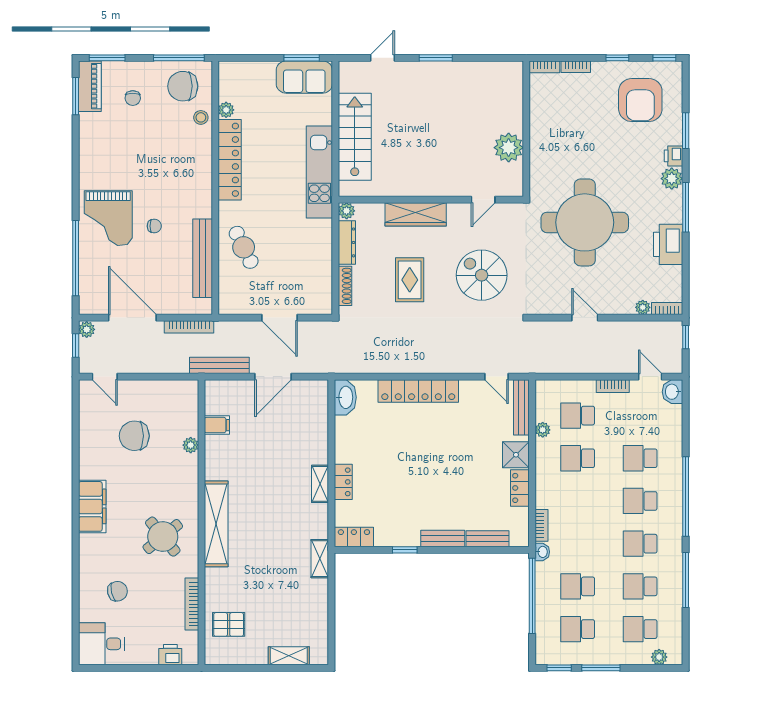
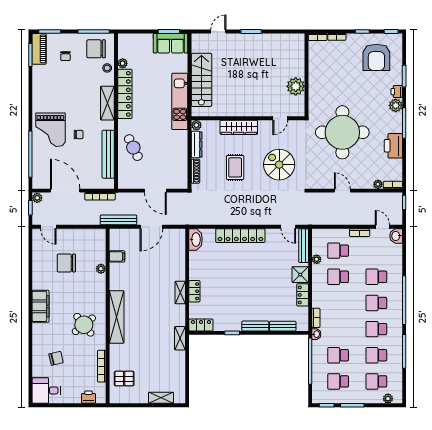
shelving: (201, 175) -> (107, 103), added

